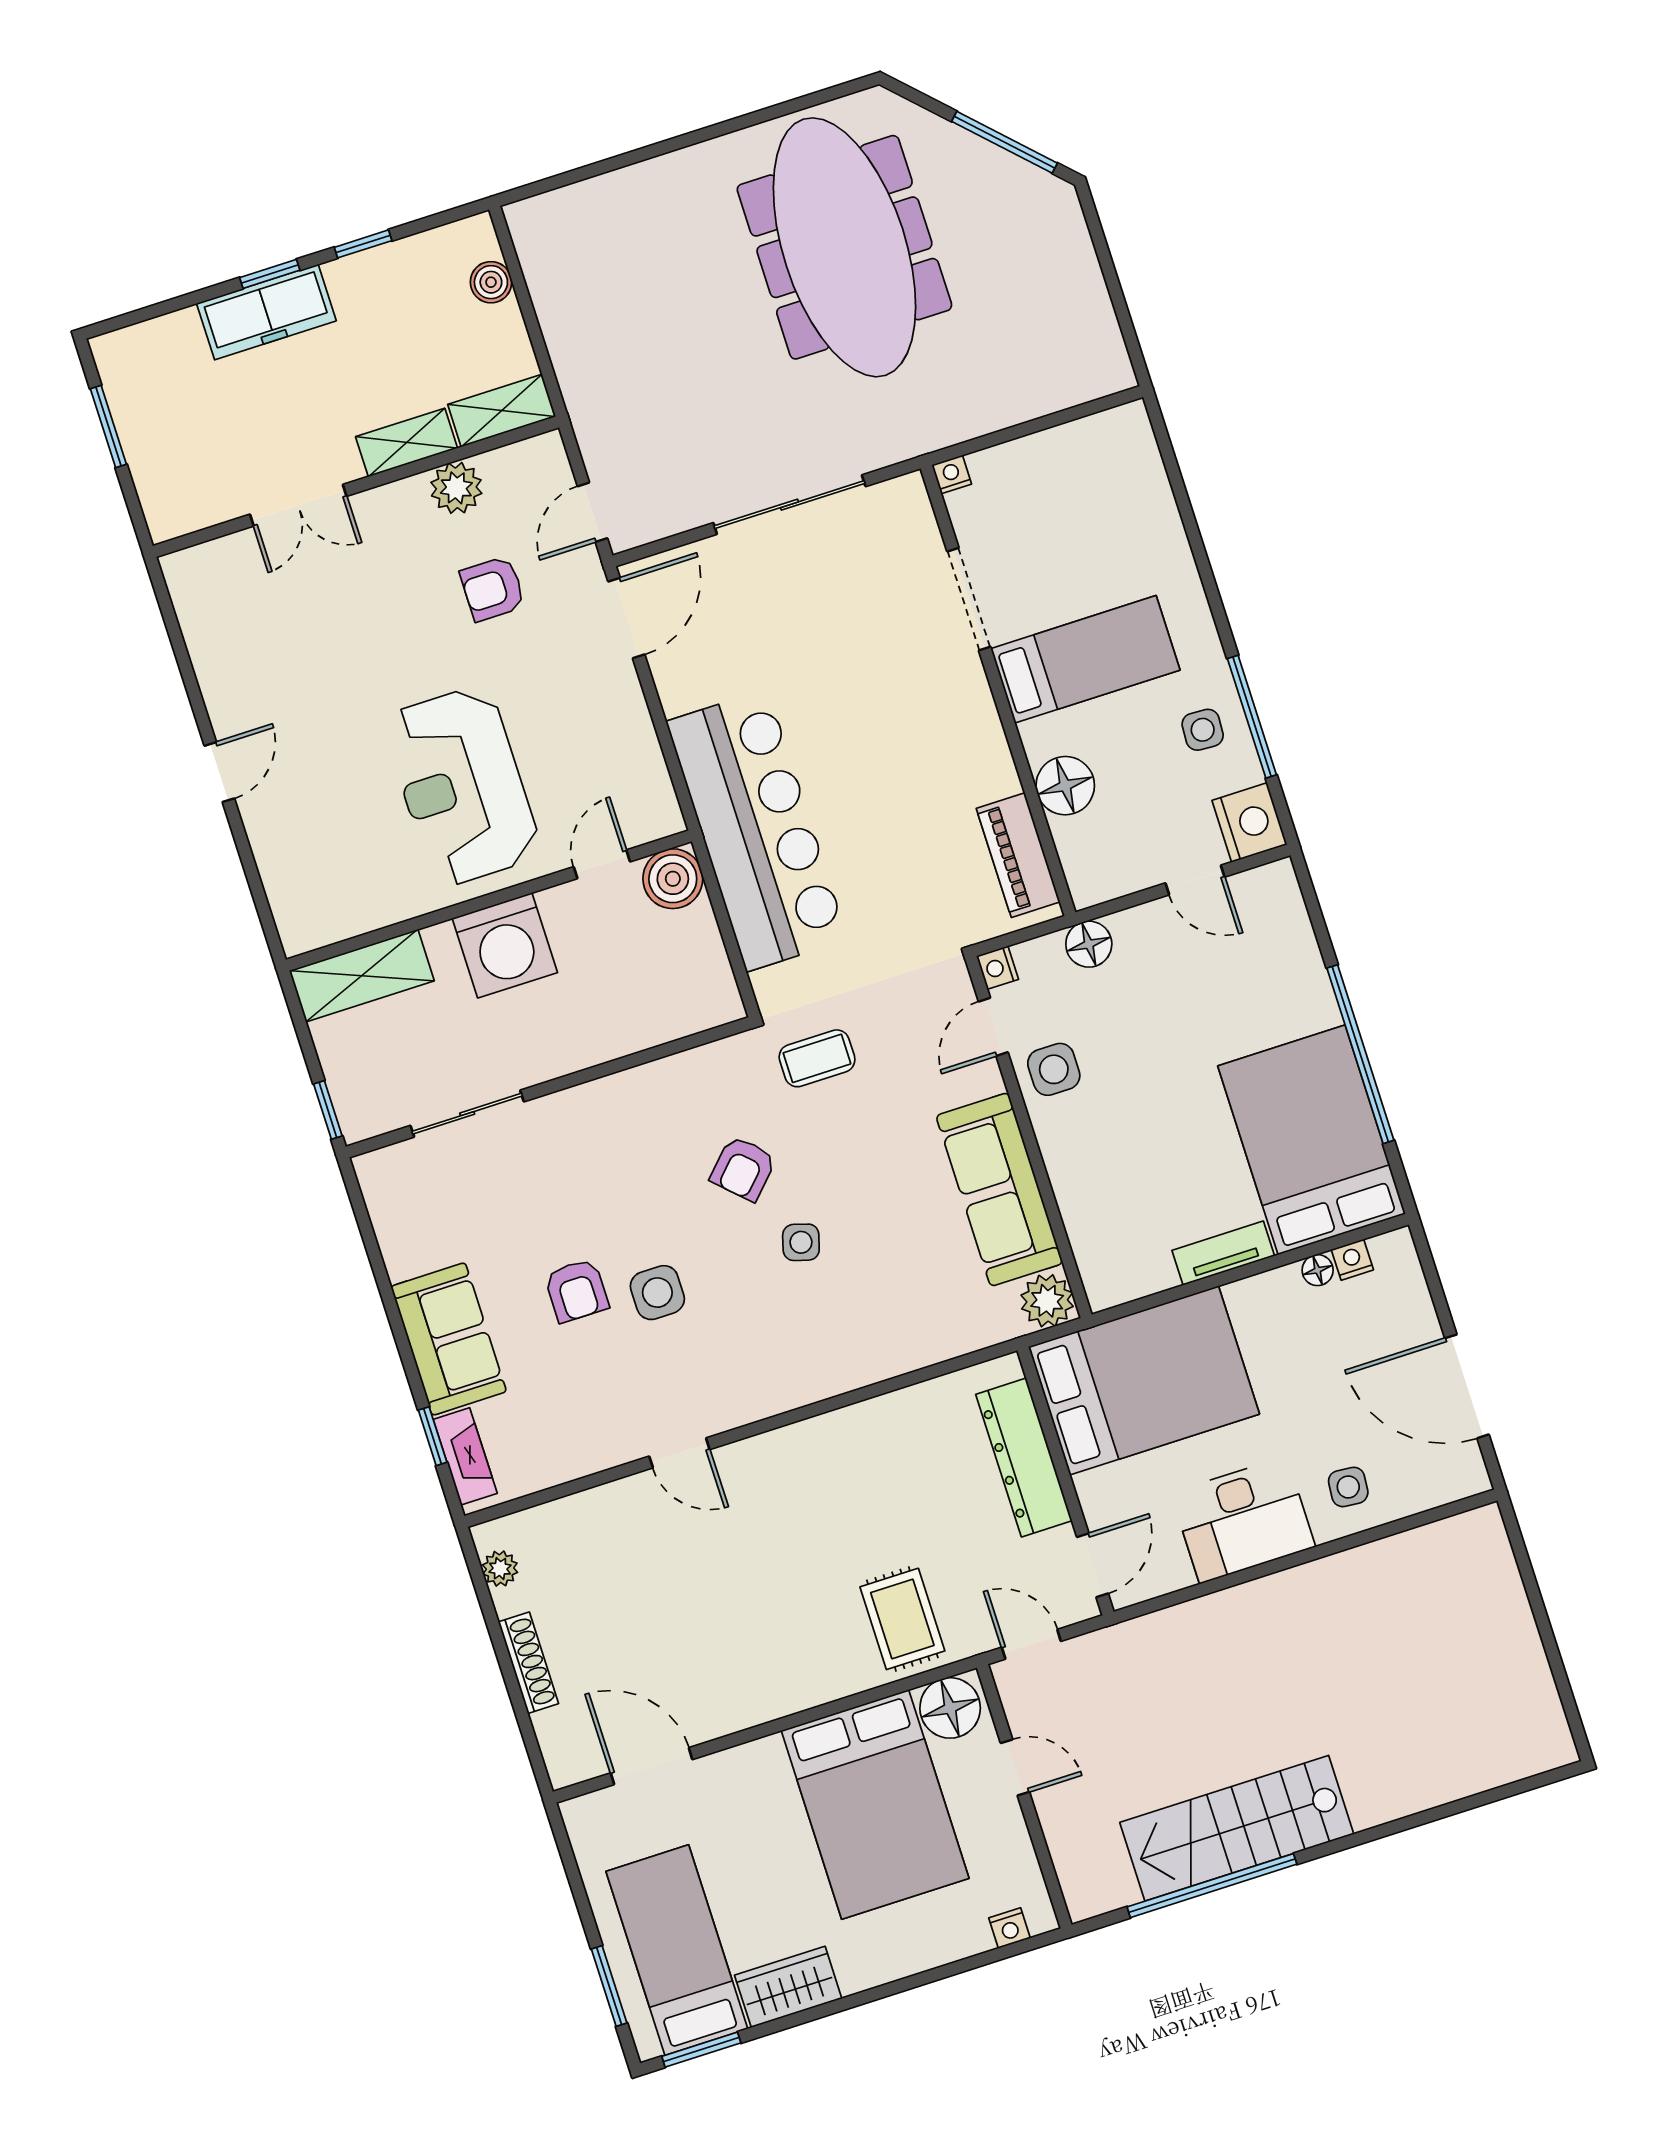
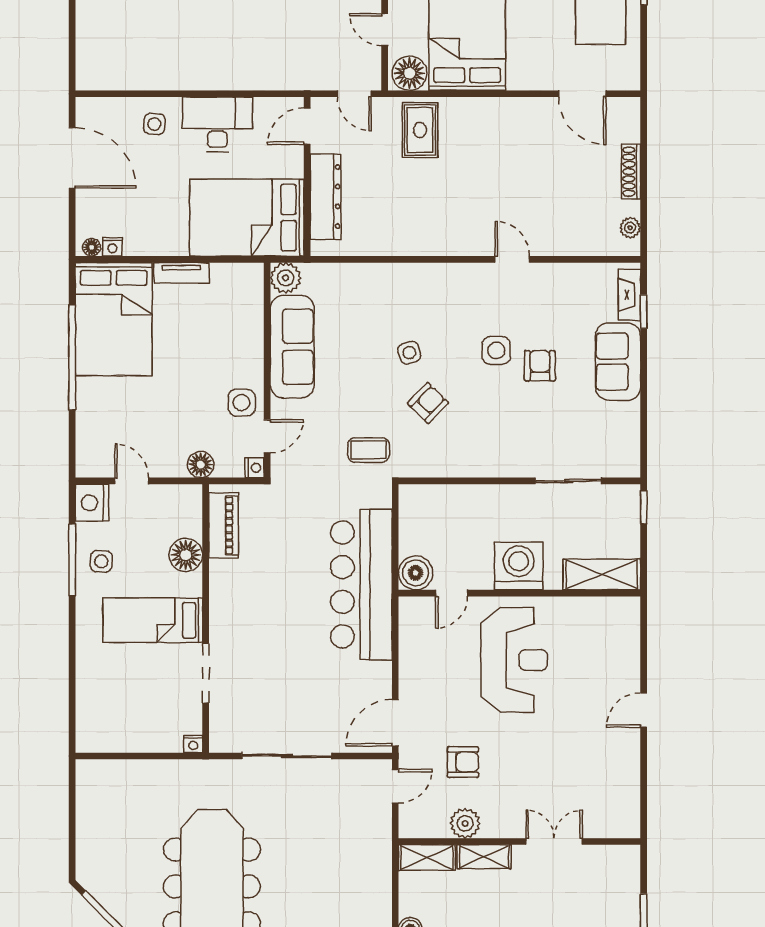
side table: (801, 1242) -> (409, 353), turned -34
floor lamp: (1318, 1270) -> (92, 247), moved

